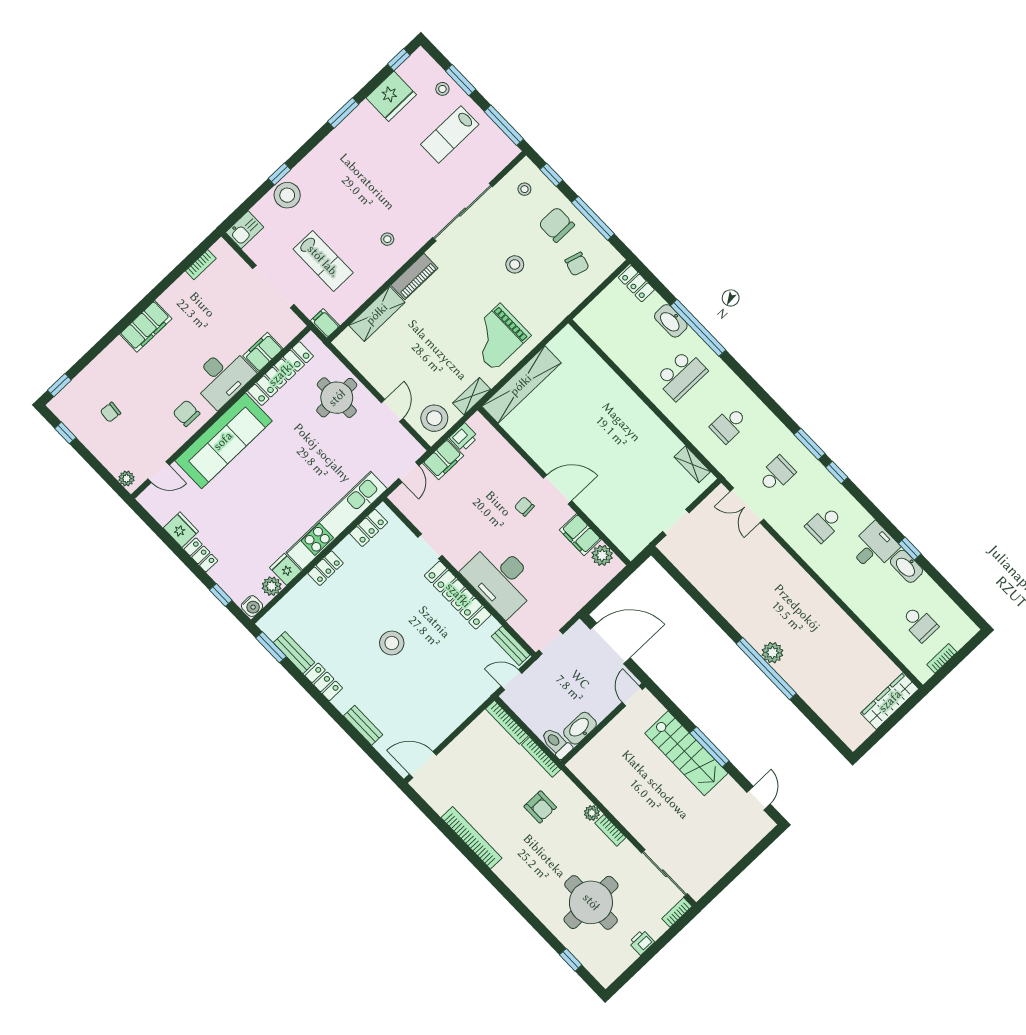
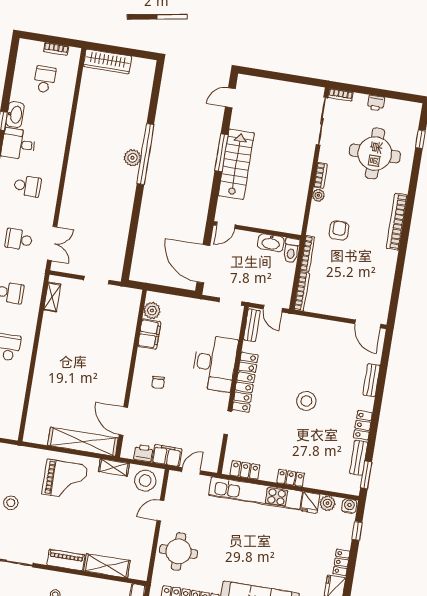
door: (558, 489) -> (123, 421), moved
bookcase: (472, 838) -> (397, 222), moved

